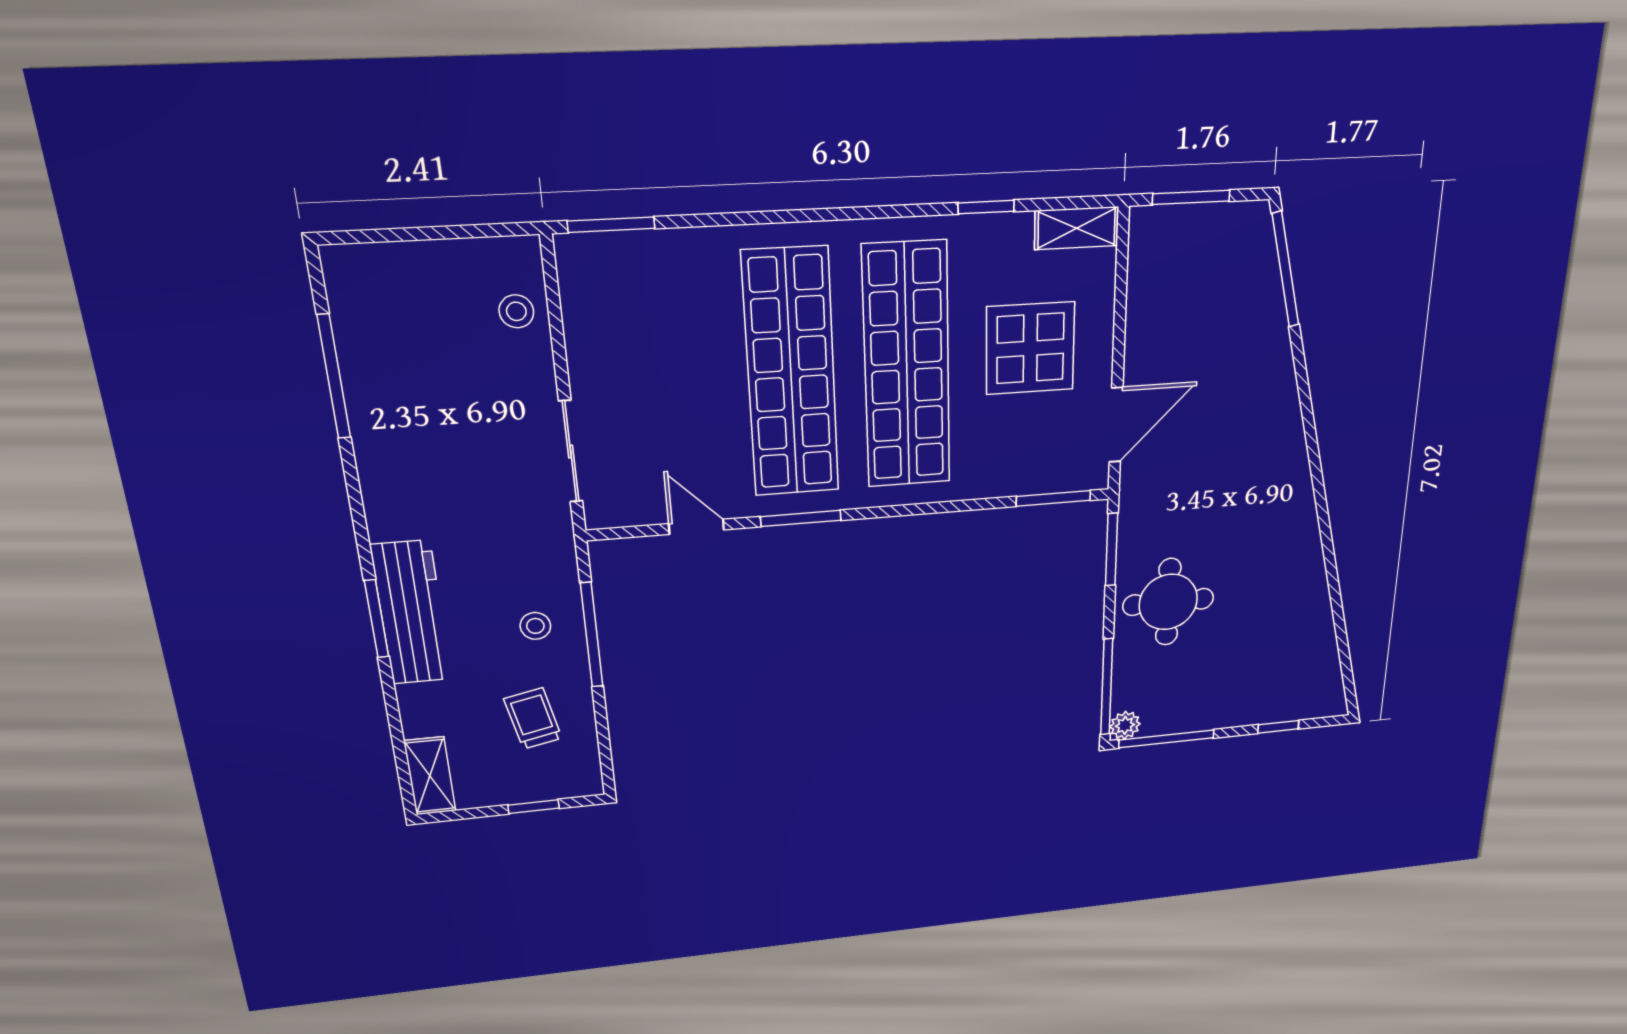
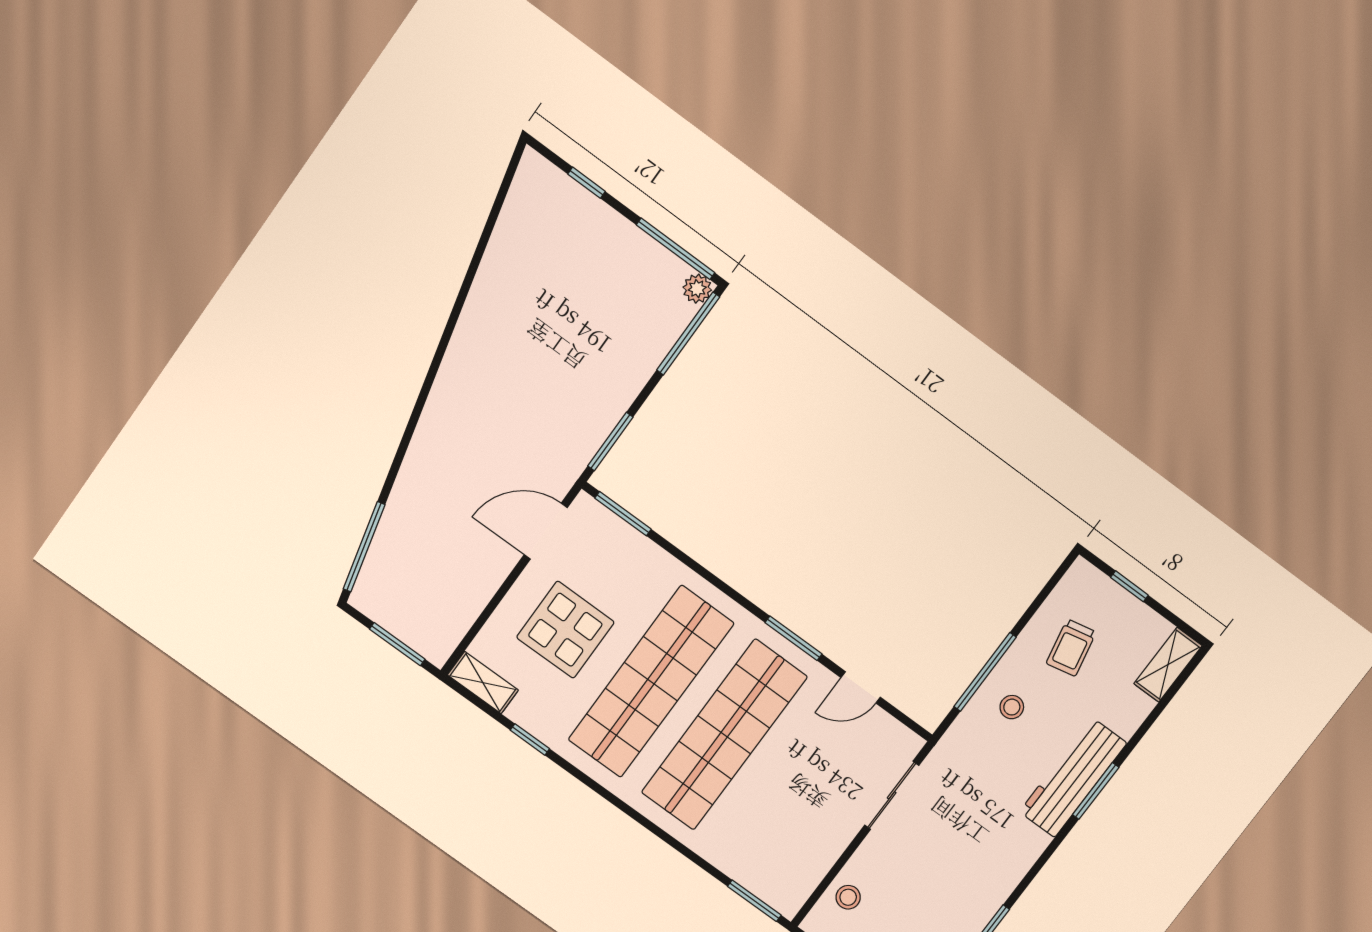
door: (696, 527) -> (861, 687), hinge flipped
round table: (1168, 602) -> (599, 365), removed

